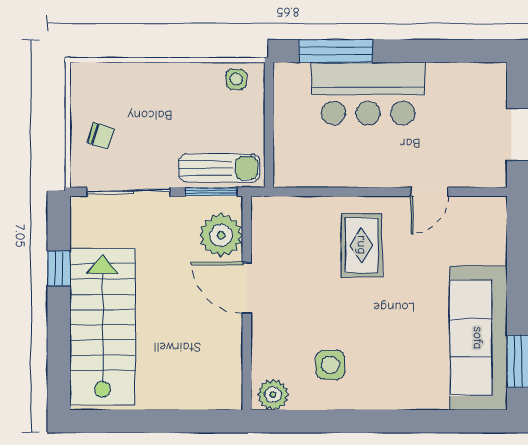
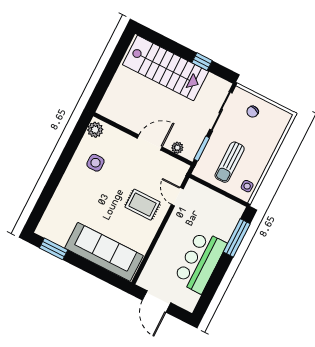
bar counter: (368, 94) -> (200, 262), moved
sun lounger: (219, 168) -> (230, 162), moved
door: (429, 192) -> (177, 197), moved
plant: (221, 235) -> (177, 148), width x0.53, depth x0.53
sofa: (478, 338) -> (104, 252), moved

